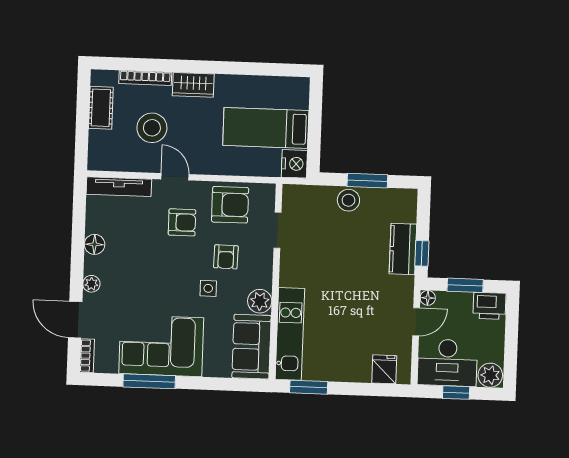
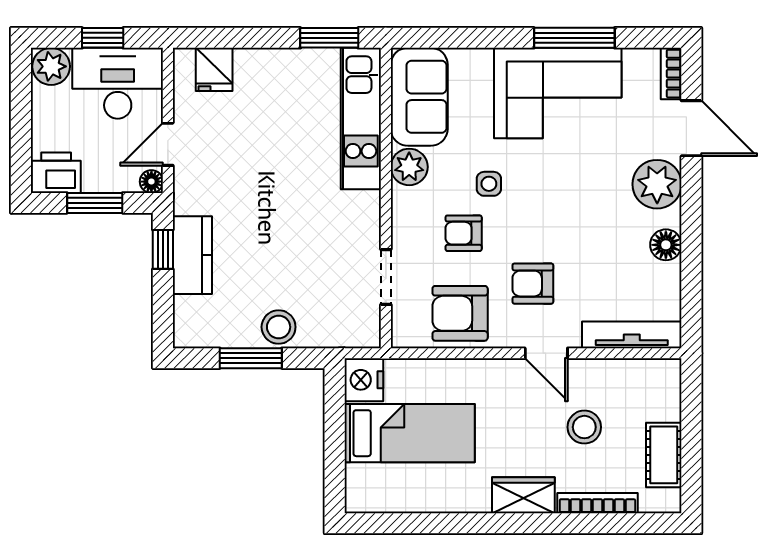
stool: (152, 128) -> (584, 427), width x0.73, depth x0.73
armchair: (226, 257) -> (464, 233), turned -91
plant: (91, 284) -> (657, 184), width x1.87, depth x1.87

